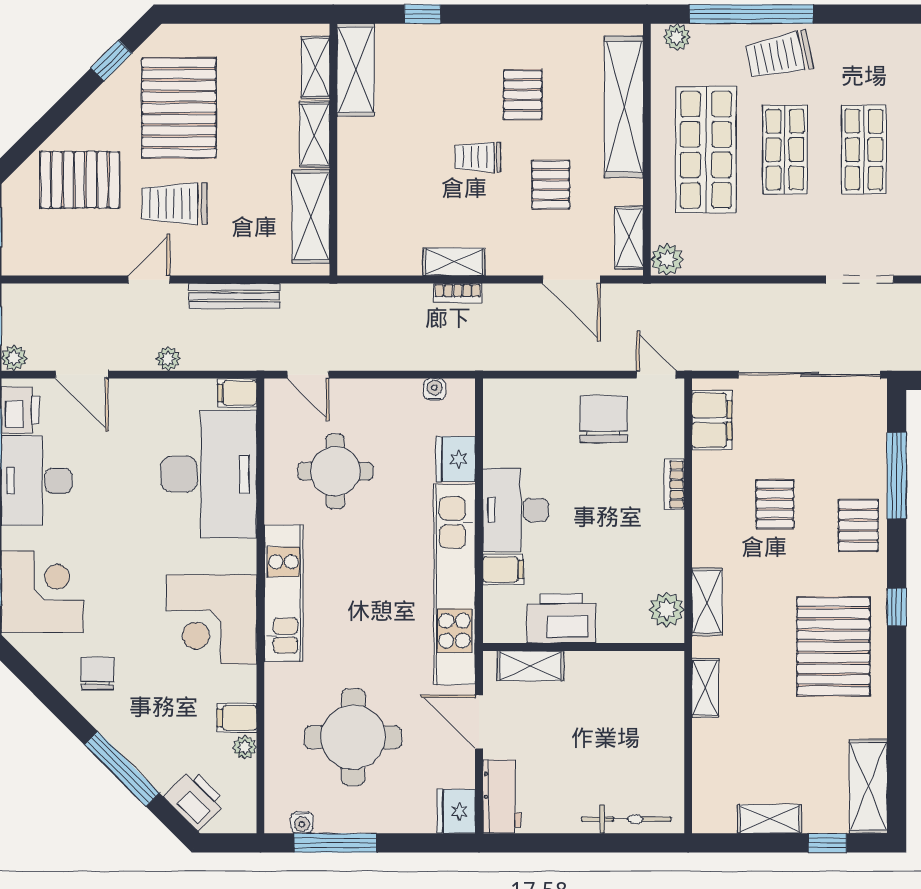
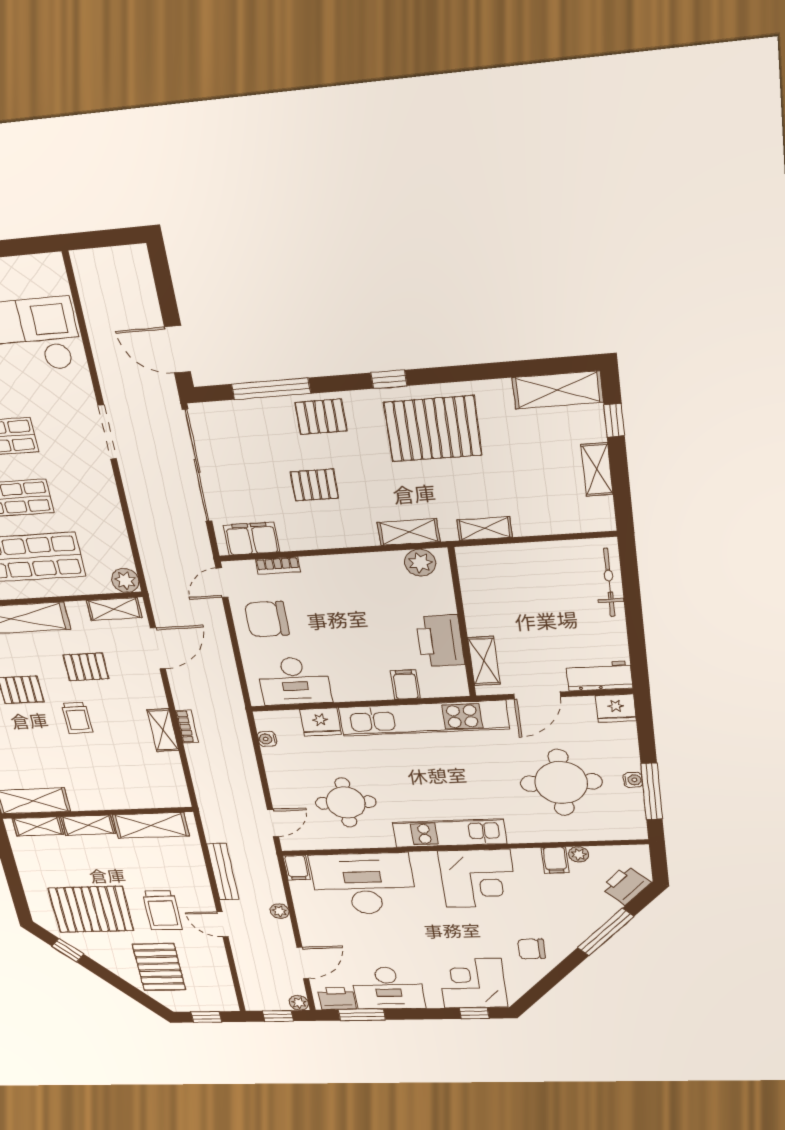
bookcase: (674, 485) -> (278, 566), moved
desk: (516, 510) -> (294, 681), moved
water cooler: (302, 822) -> (633, 780), moved

